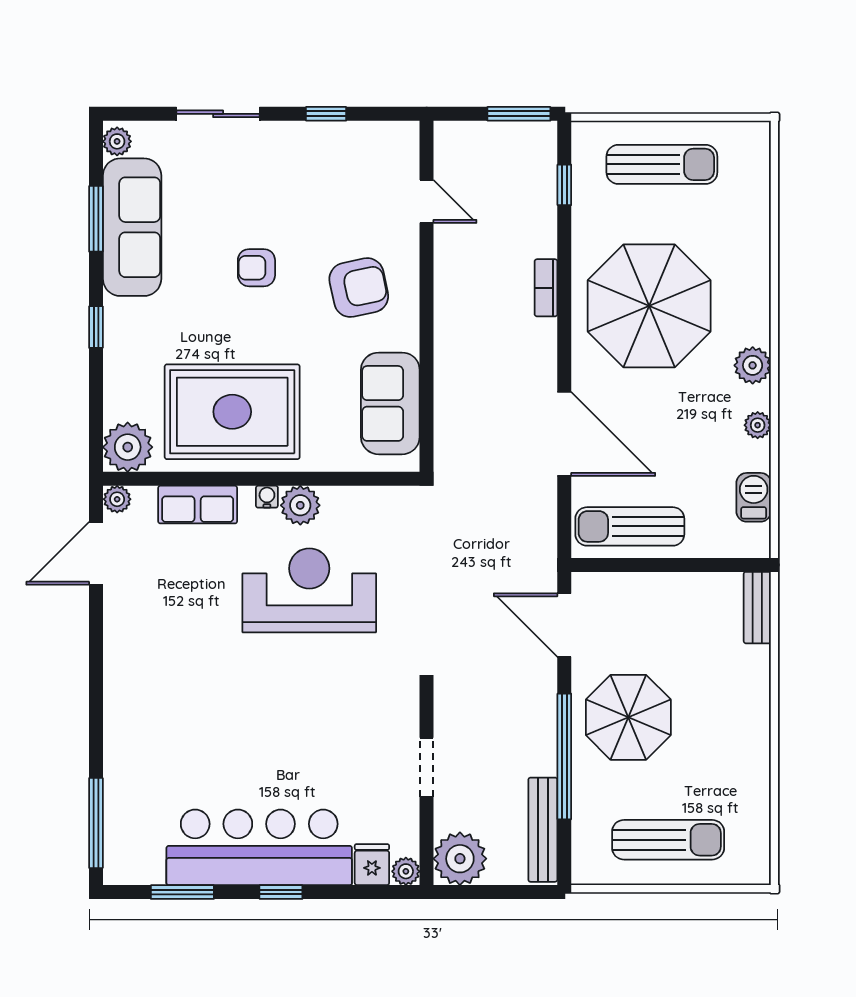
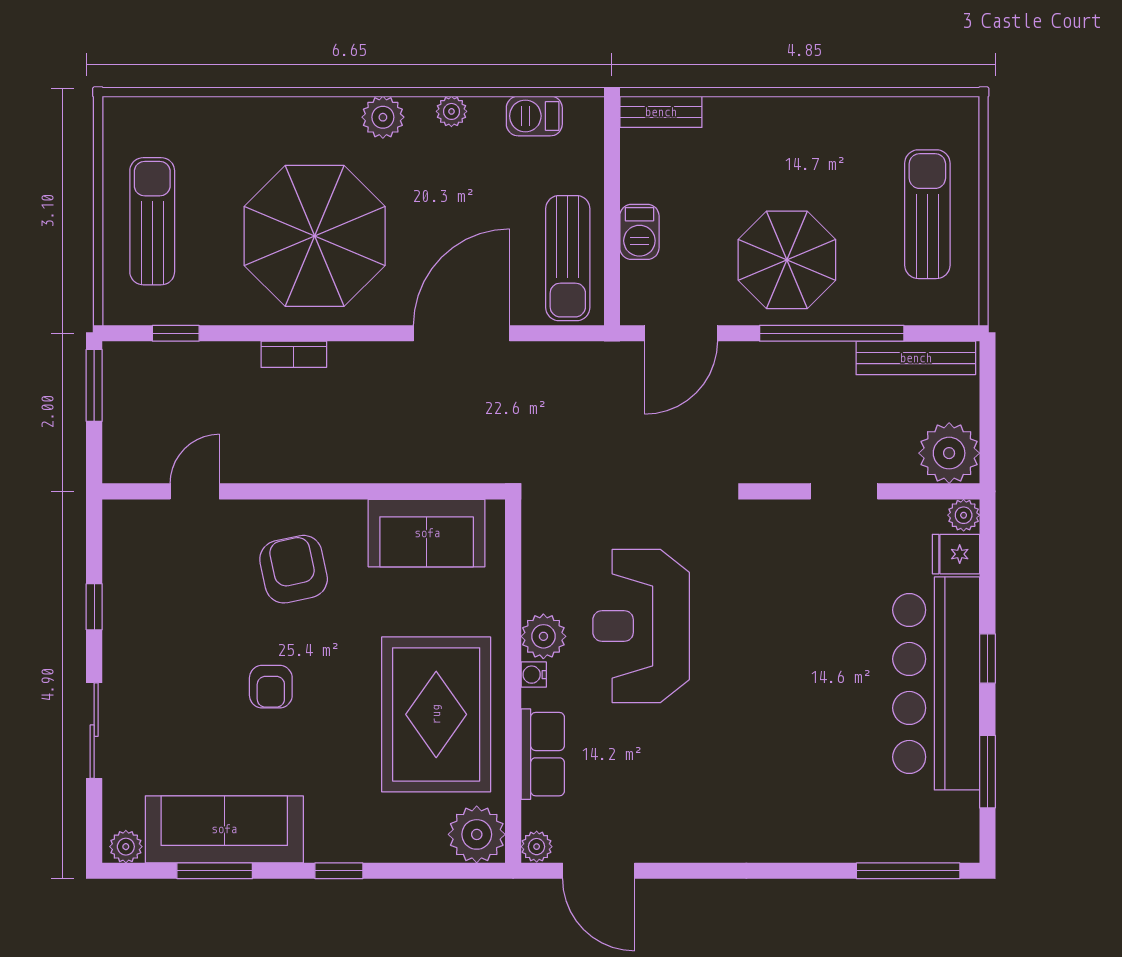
barbecue: (653, 589) -> (639, 232), added

